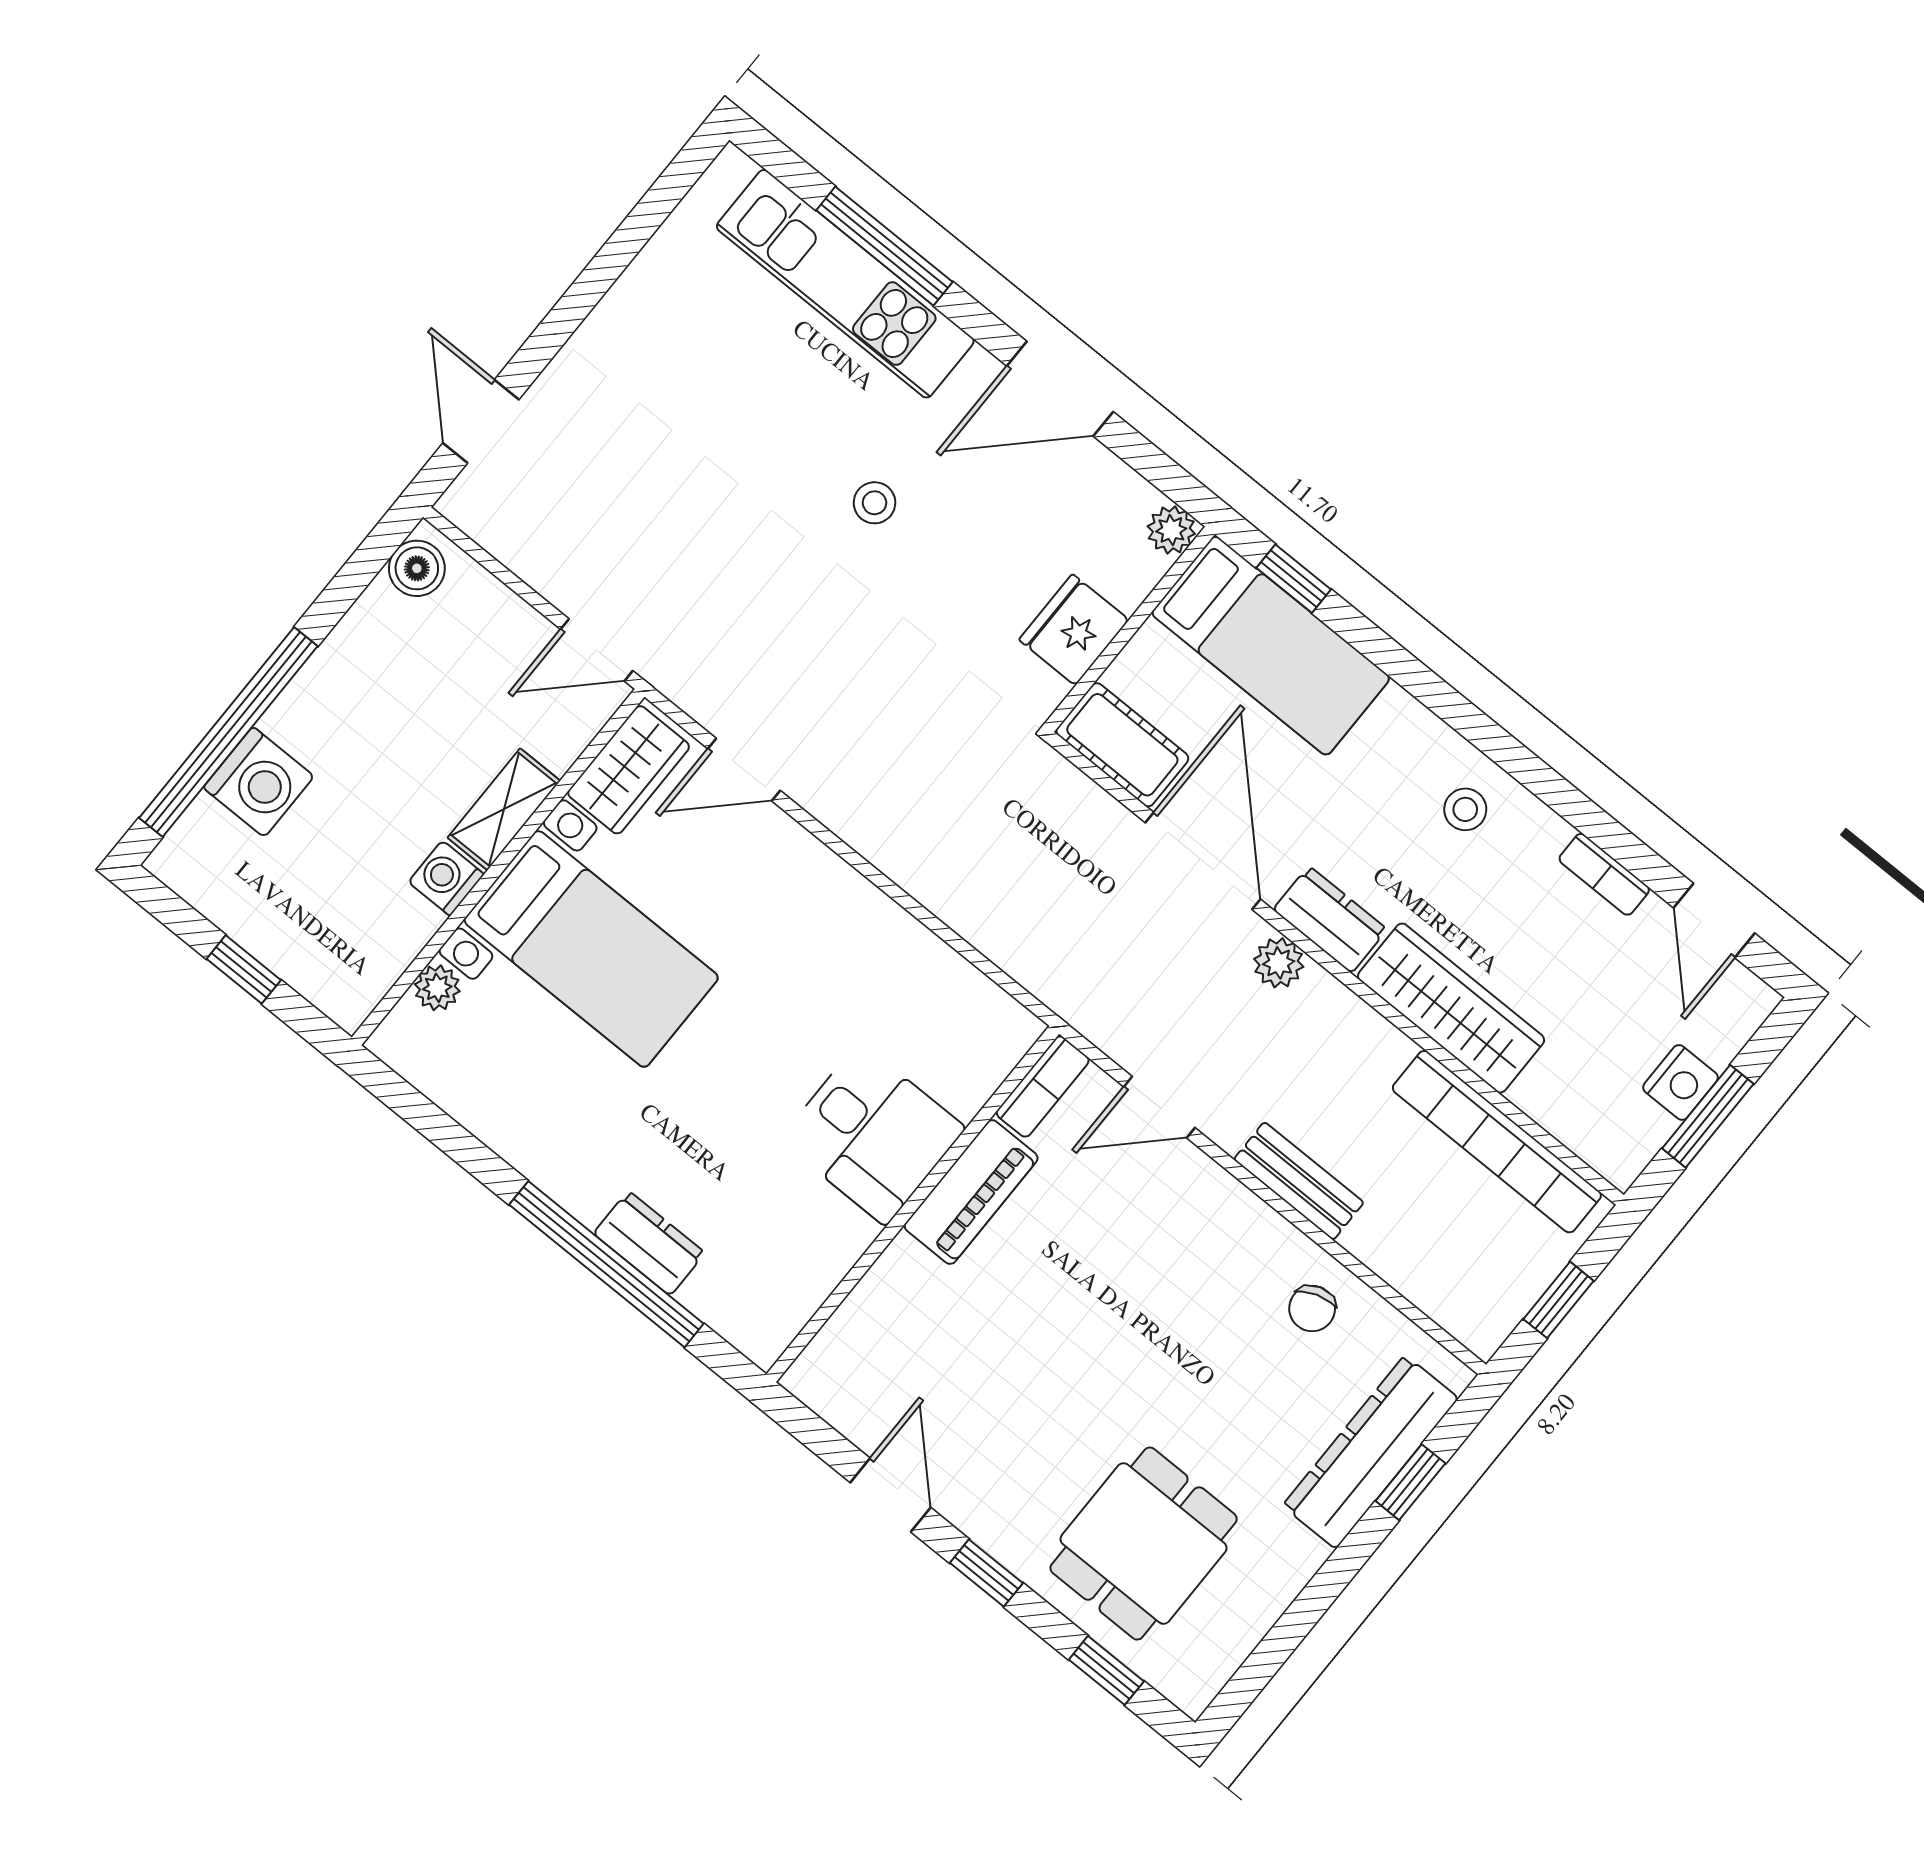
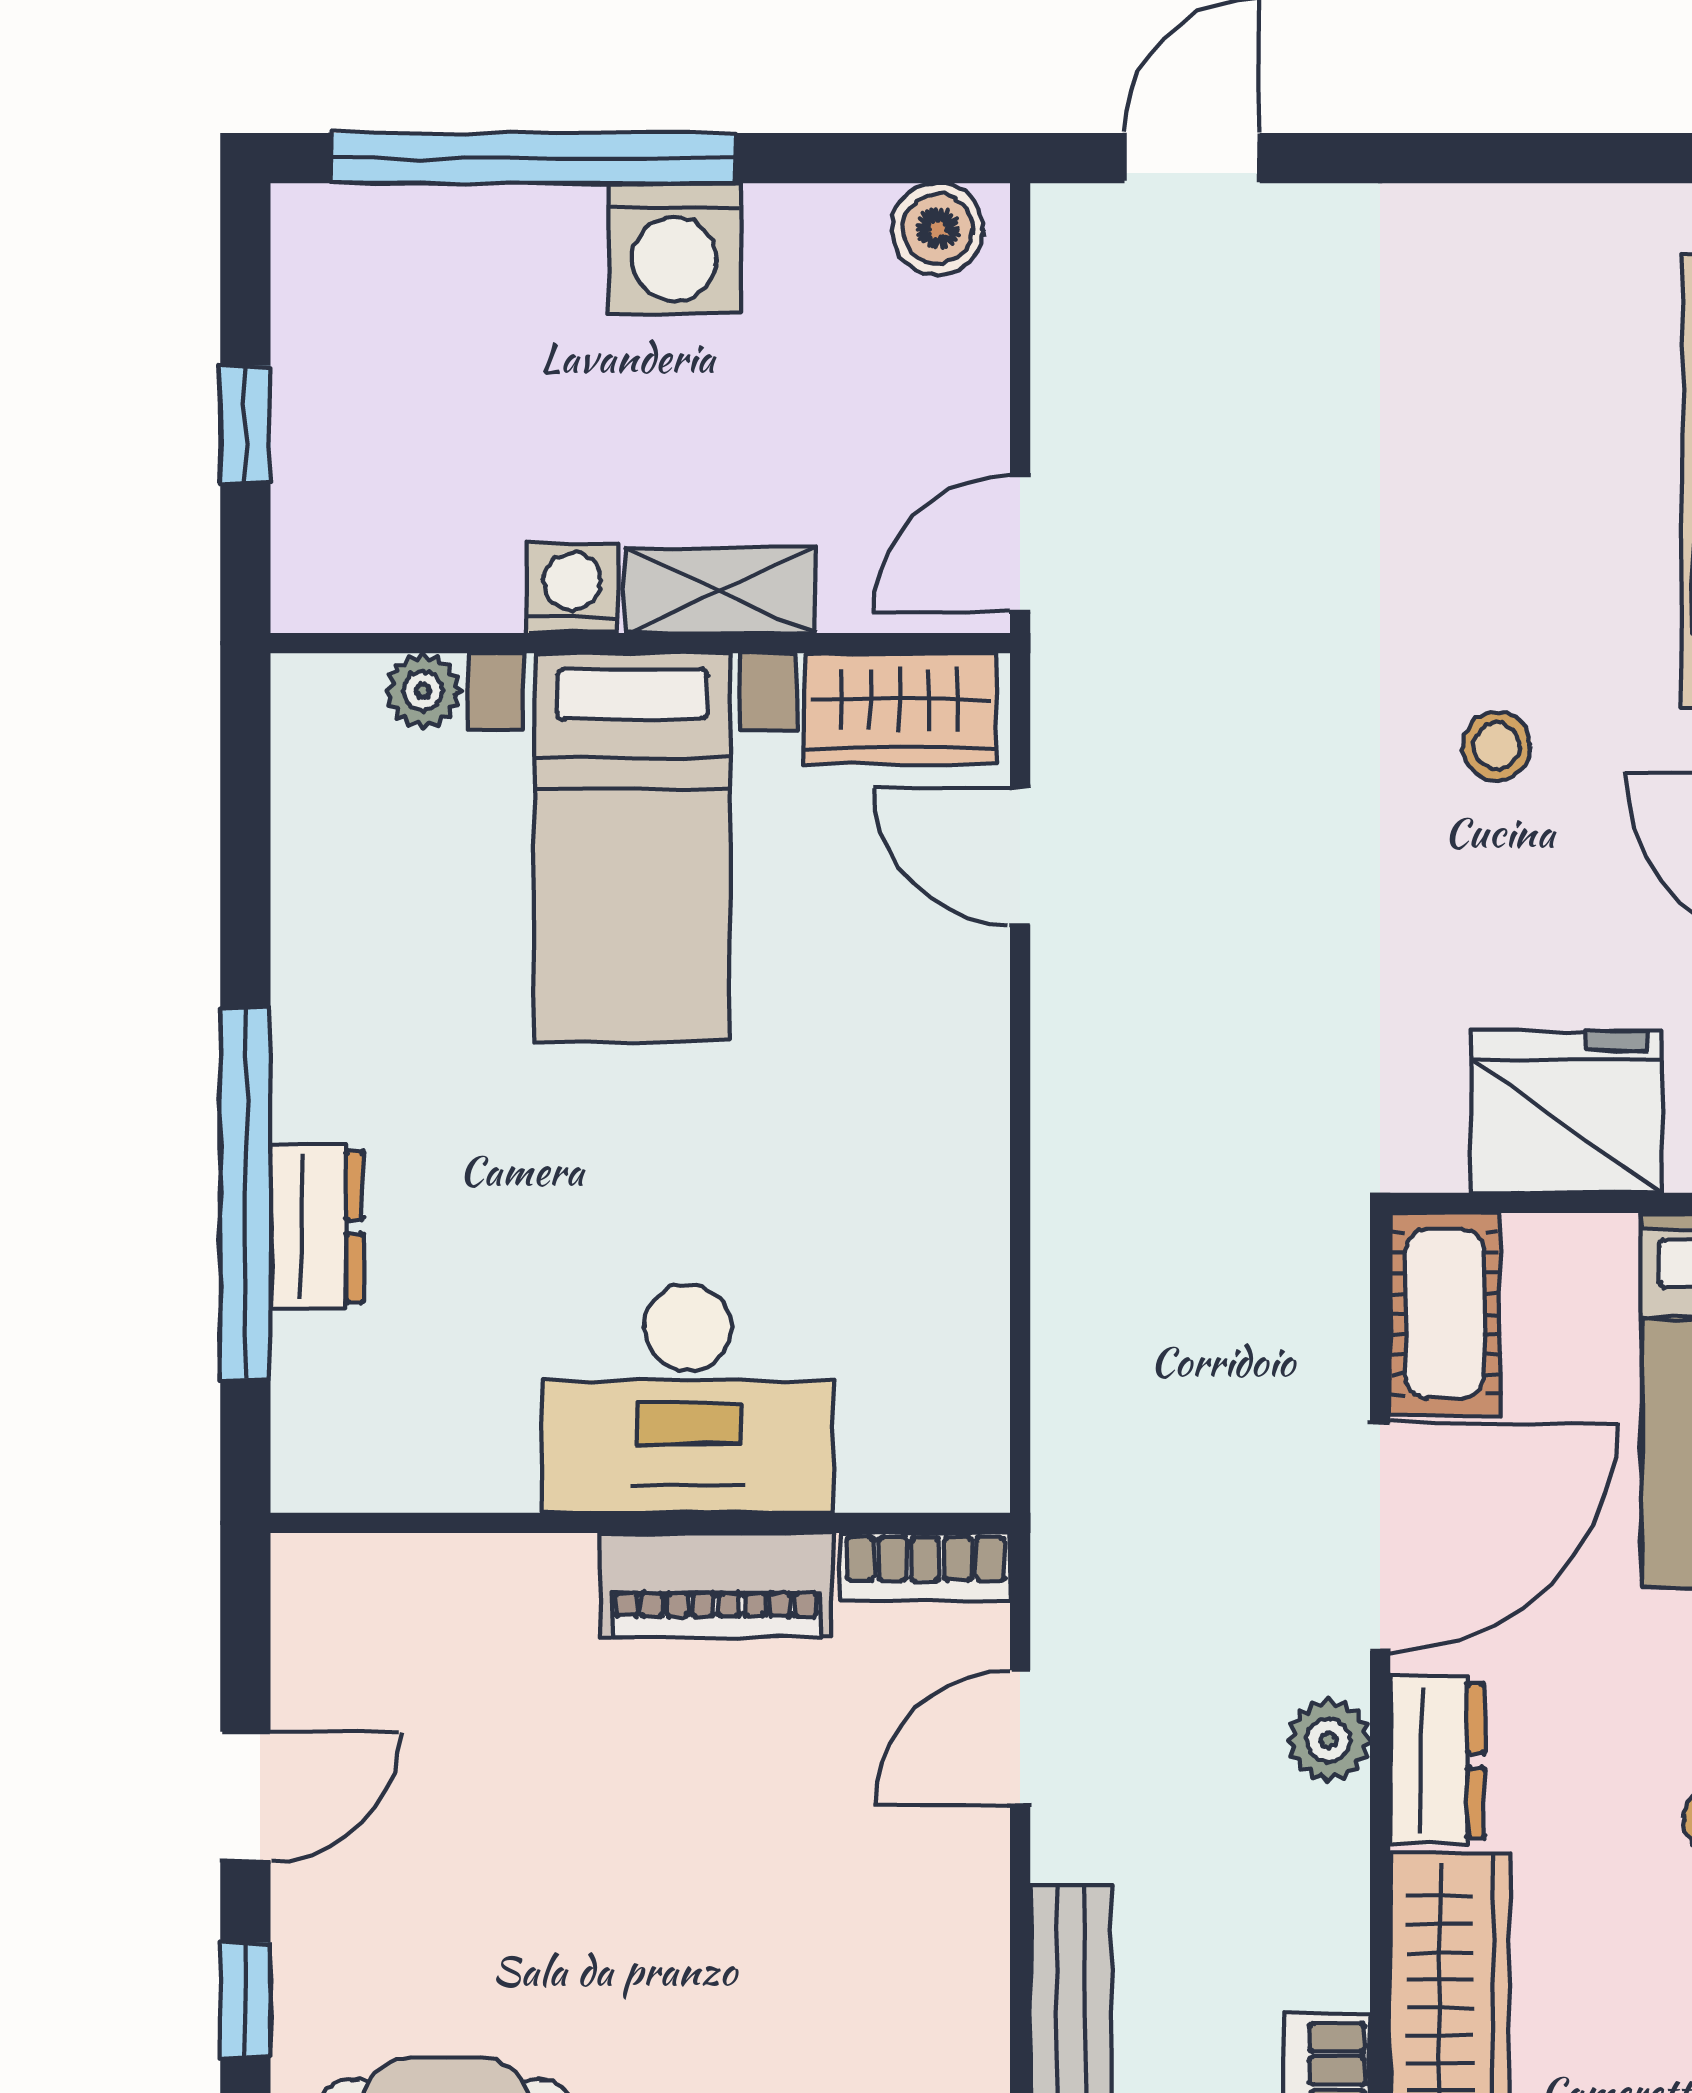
fridge: (1074, 630) -> (1567, 1112), width x1.36, depth x1.34
door: (597, 650) -> (1020, 544), hinge flipped
washing machine: (259, 782) -> (674, 249), moved
door: (1159, 1107) -> (1020, 1737), hinge flipped
desk: (873, 1134) -> (688, 1399), width x1.37

